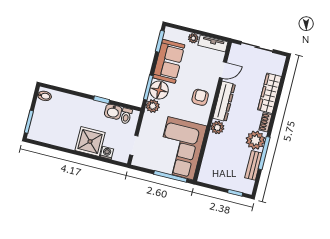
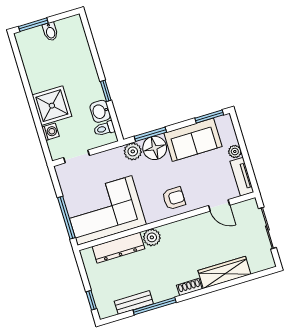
bidet: (44, 96) -> (50, 32), moved
dresser: (224, 101) -> (118, 248), moved
plant: (255, 140) -> (163, 288), removed

